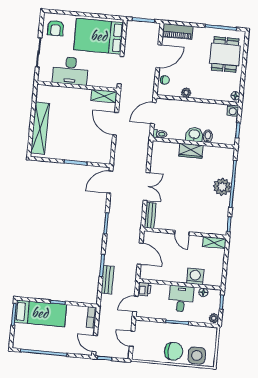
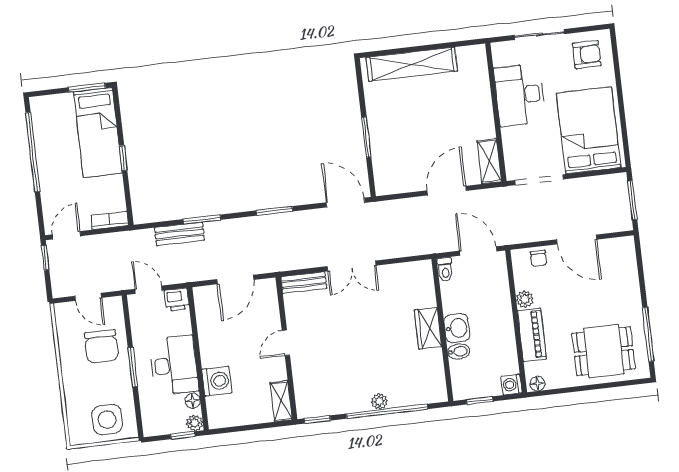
armchair: (56, 28) -> (587, 55), turned 180
piano: (178, 31) -> (532, 335), moved, turned 180
plant: (222, 187) -> (379, 401), width x0.53, depth x0.53
desk: (181, 299) -> (174, 365), width x1.37
plant: (214, 318) -> (195, 423), moved
door: (132, 339) -> (88, 297), swing flipped
chair: (174, 351) -> (101, 346), moved
side table: (197, 356) -> (107, 420), moved

